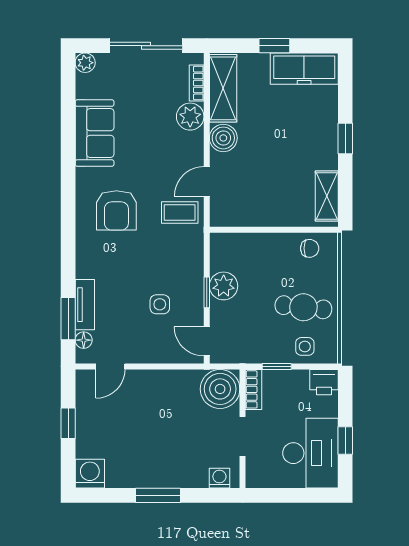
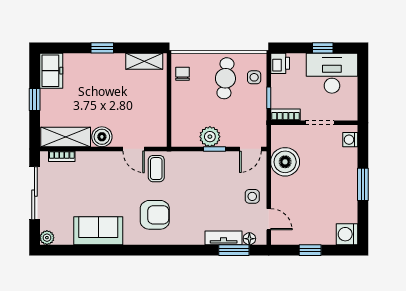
freezer: (304, 69) -> (51, 71), width x0.71
plant: (190, 117) -> (86, 161), removed
side table: (160, 304) -> (252, 196), moved
boiler: (220, 389) -> (285, 162), moved

